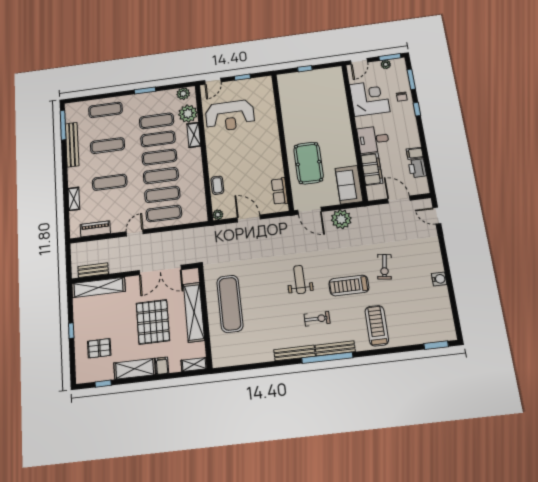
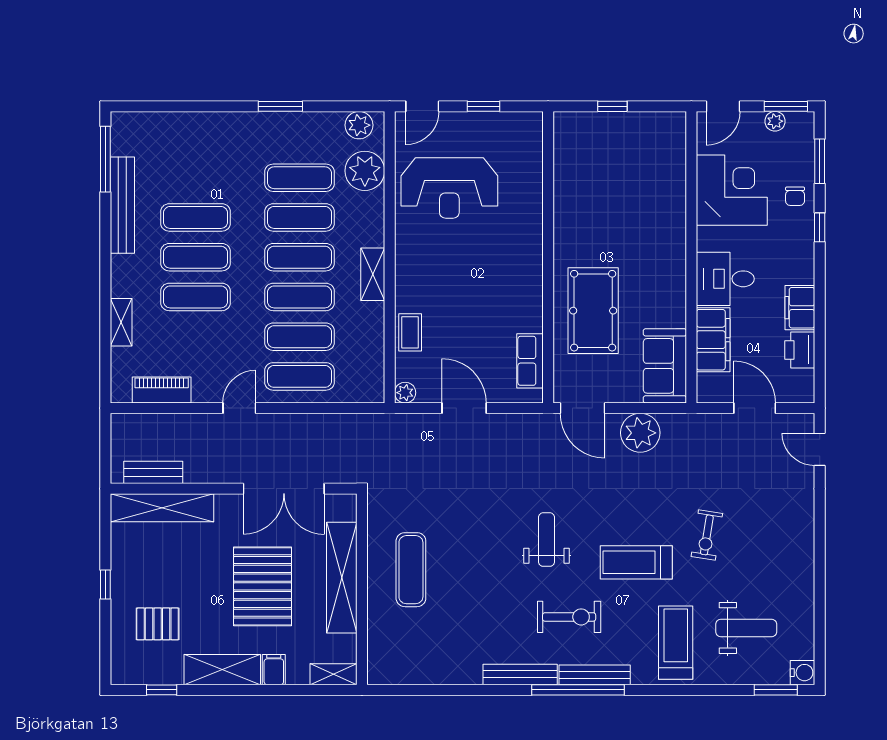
exercise mat: (105, 110) -> (196, 257), moved
shelving: (194, 135) -> (373, 274), moved
filing cabinet: (415, 153) -> (800, 308), width x2.00
water cooler: (439, 279) -> (802, 673), moved
exercise mat: (230, 304) -> (411, 570), width x0.73, depth x0.69
weight bench: (414, 313) -> (746, 628), added
exercise bike: (317, 319) -> (569, 617), width x1.38, depth x1.39

